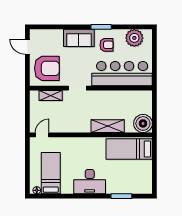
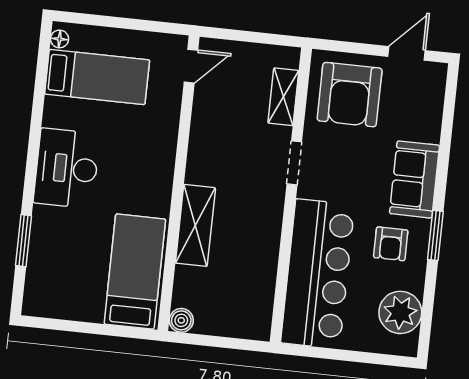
boiler: (143, 123) -> (181, 320), width x0.54, depth x0.54
door: (42, 135) -> (191, 66), hinge flipped

